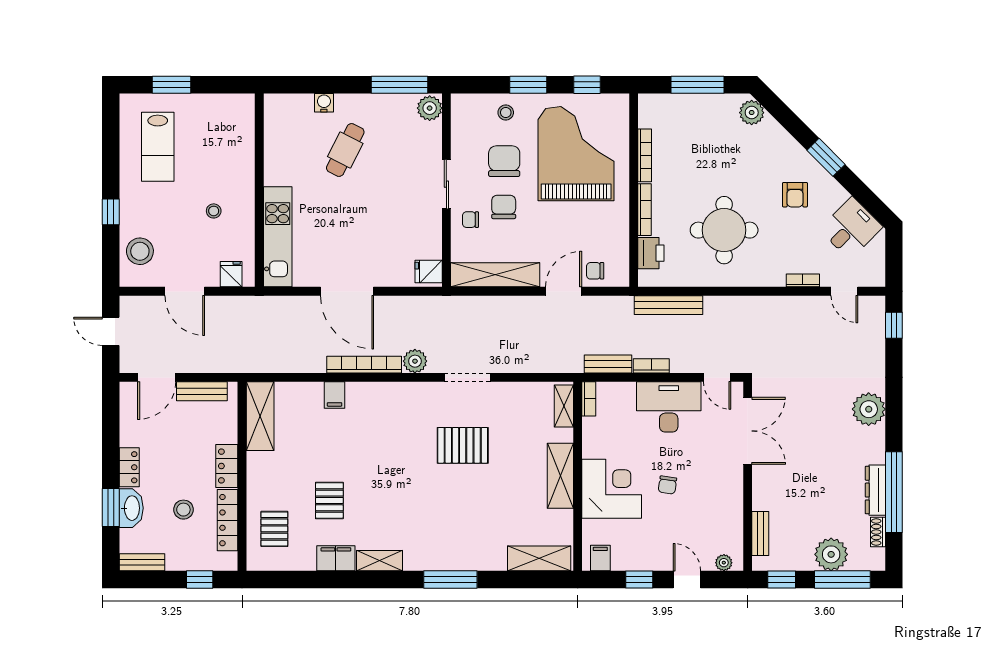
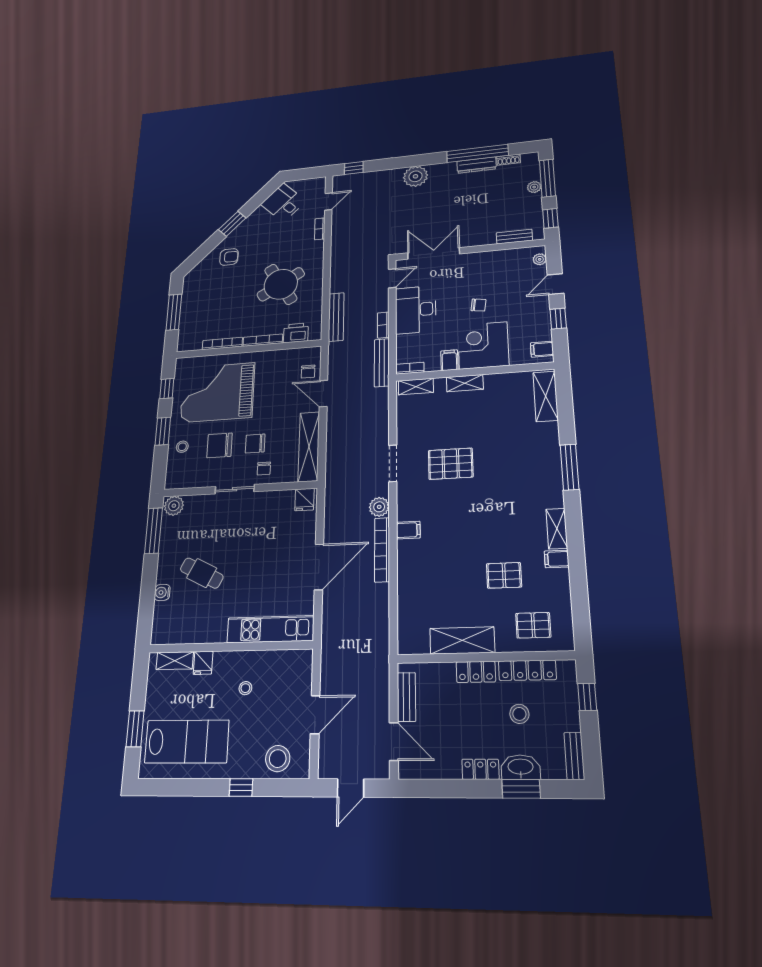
plant: (752, 113) -> (197, 274), removed
shelving: (245, 125) -> (175, 661), added
lab bench: (158, 147) -> (187, 742), width x1.36, depth x1.39
armchair: (795, 195) -> (229, 257), moved
round table: (724, 230) -> (281, 284), turned -31
fridge: (231, 274) -> (203, 663), moved, turned -90
bench: (608, 364) -> (382, 363), width x1.36
filing cabinet: (335, 395) -> (408, 530), moved
shelving: (260, 416) -> (462, 640), moved
pallet: (463, 445) -> (451, 464), turned 90
filing cabinet: (595, 447) -> (449, 360), added
shelving: (560, 476) -> (465, 383), width x0.67, depth x0.75
plant: (831, 554) -> (534, 187), width x0.53, depth x0.53
filing cabinet: (336, 558) -> (557, 559), width x0.50

